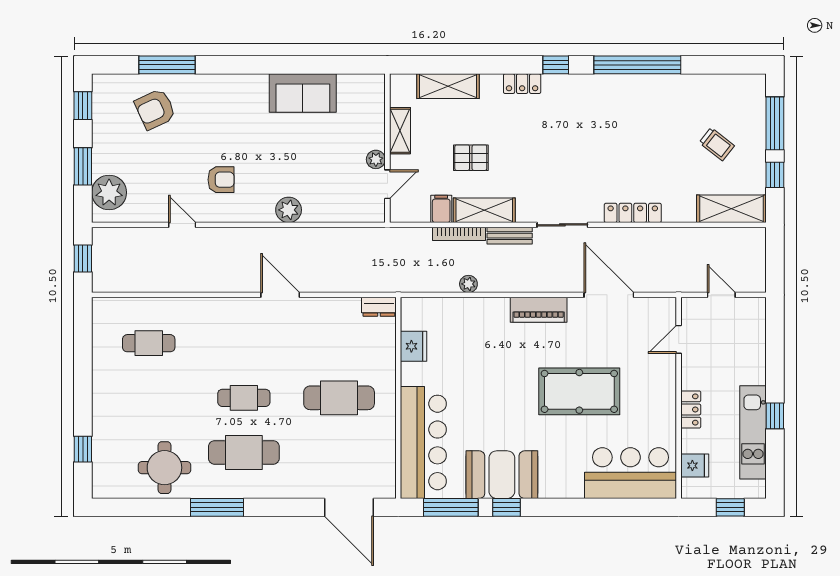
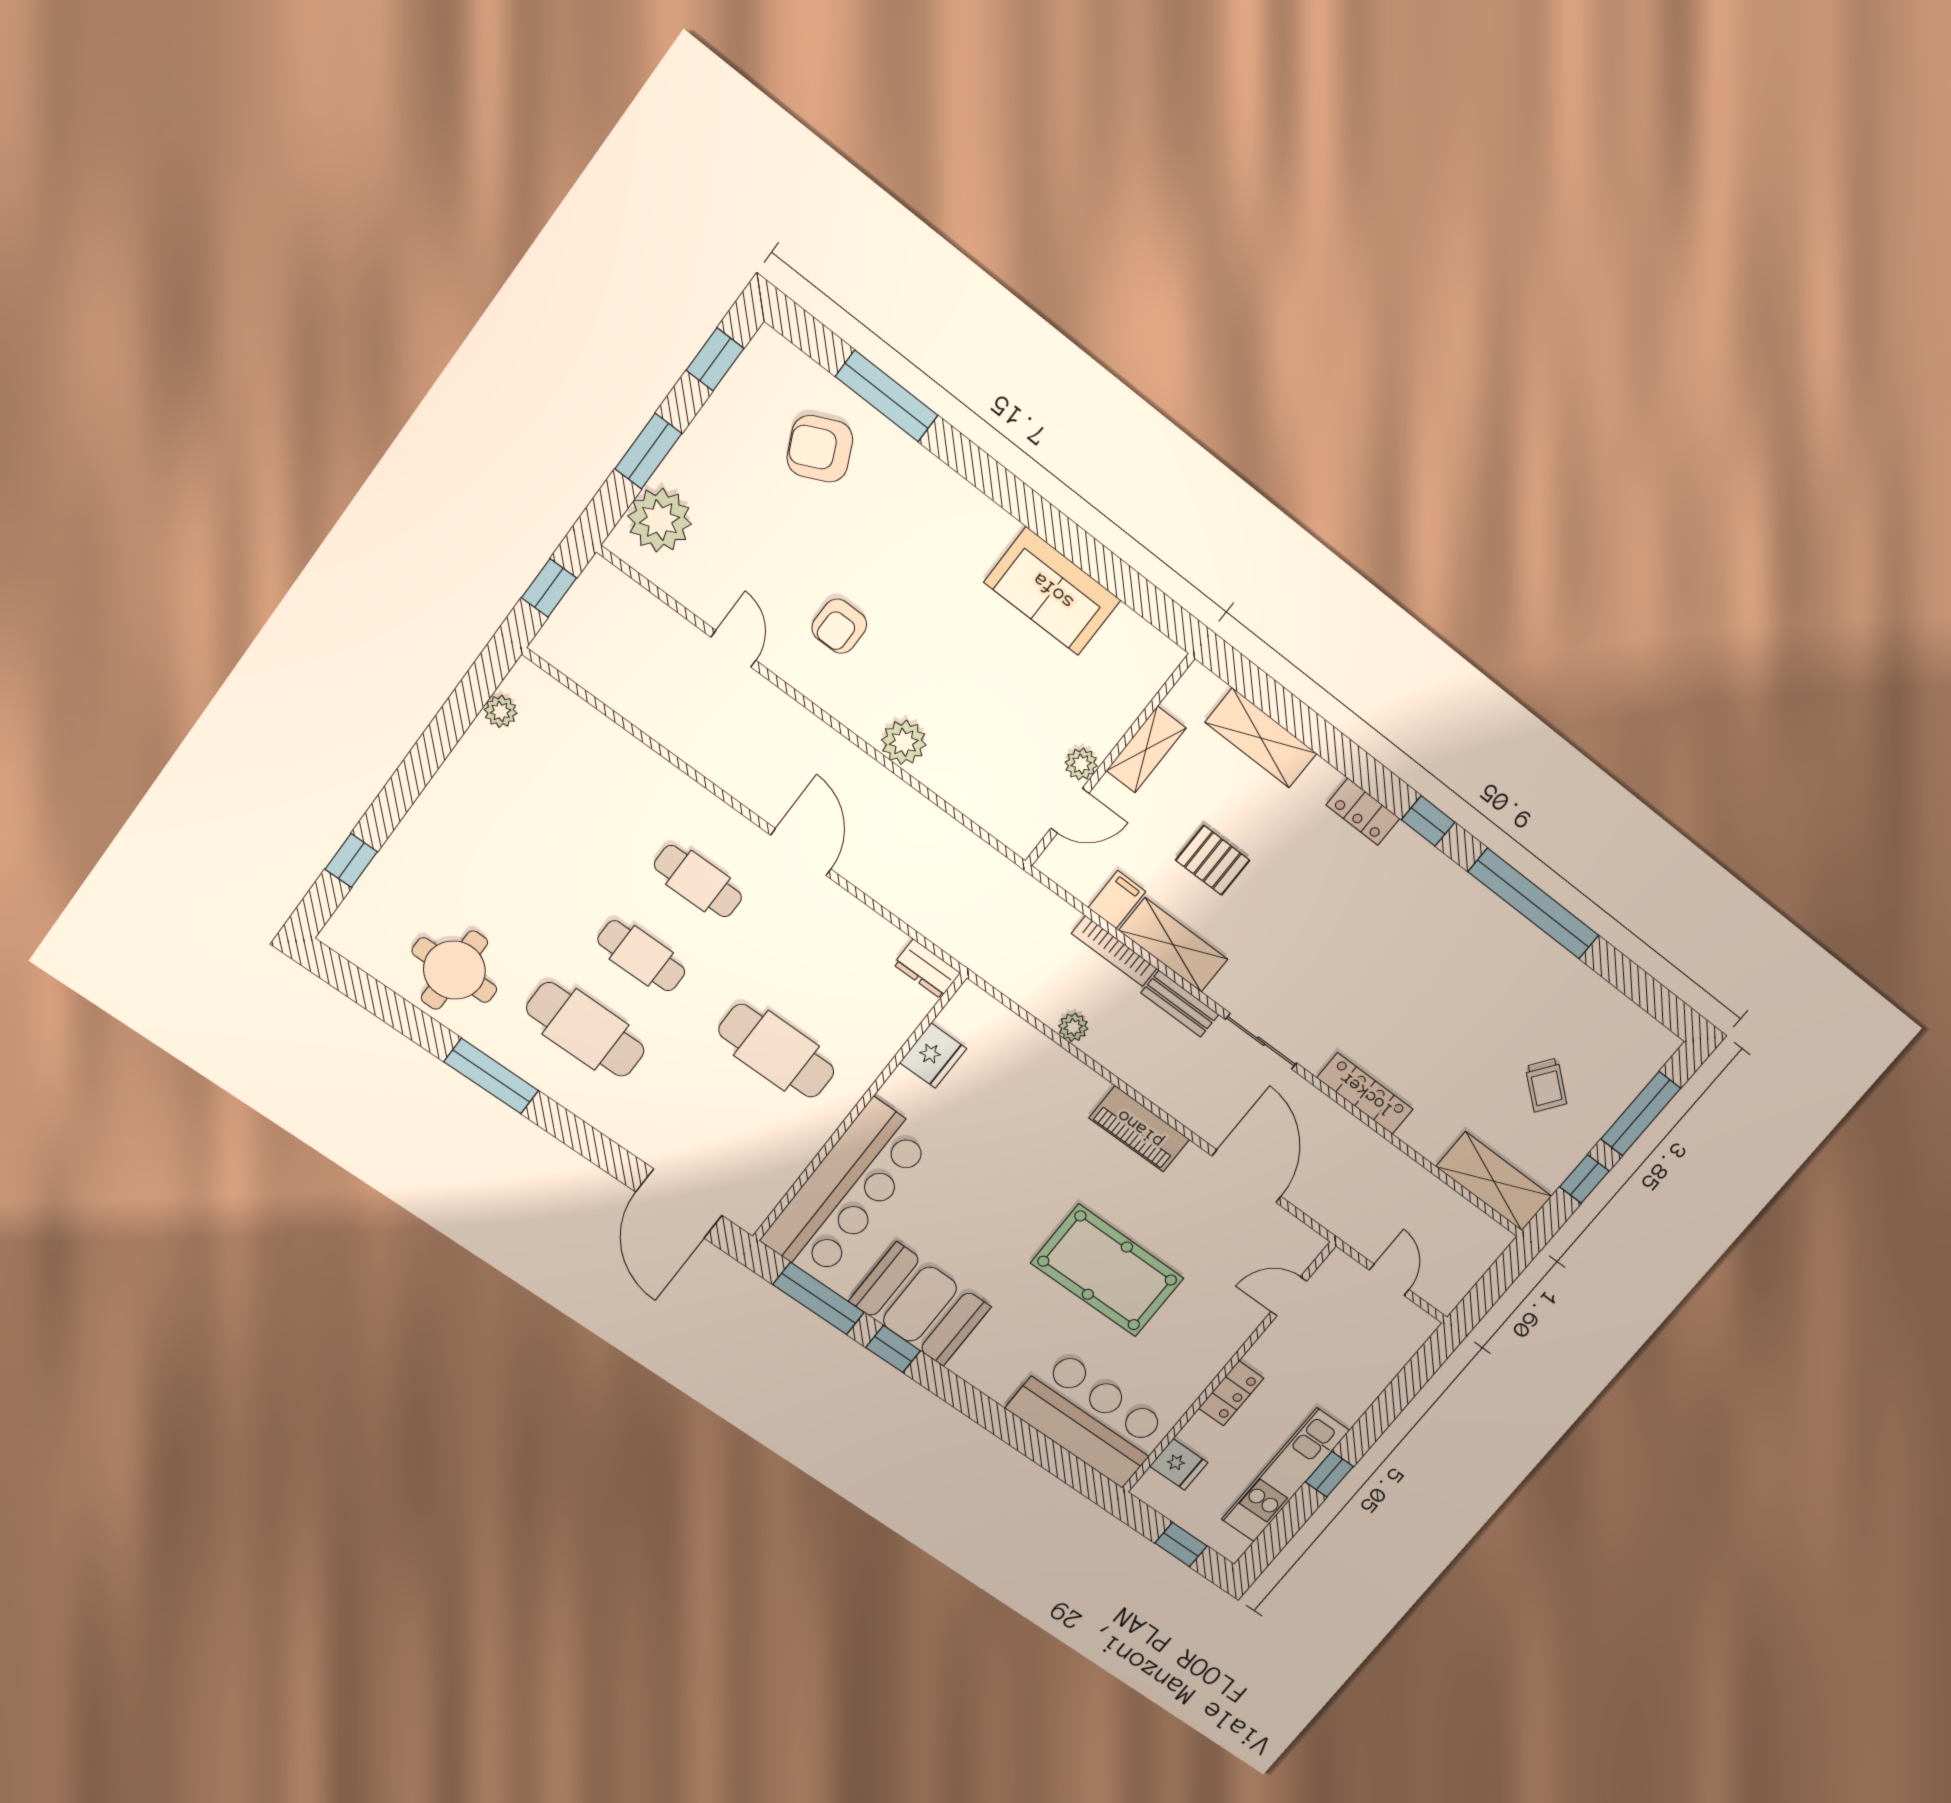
armchair: (221, 180) -> (839, 626), turned 90
plant: (101, 330) -> (501, 711), added
cafe table: (149, 343) -> (698, 881), moved

